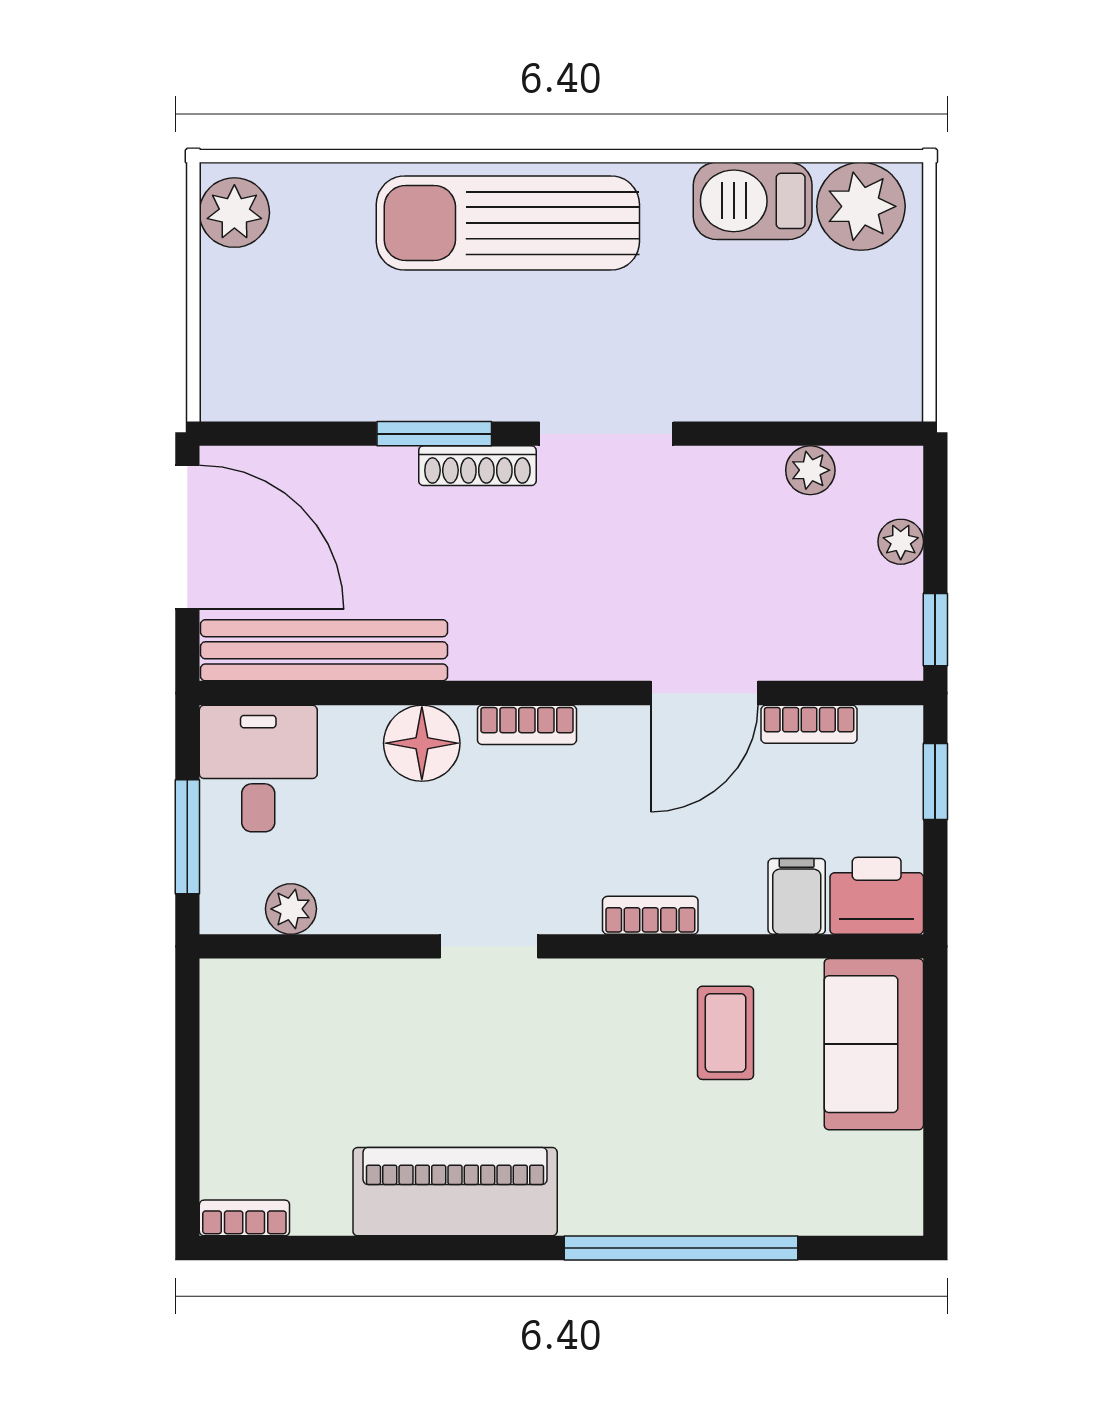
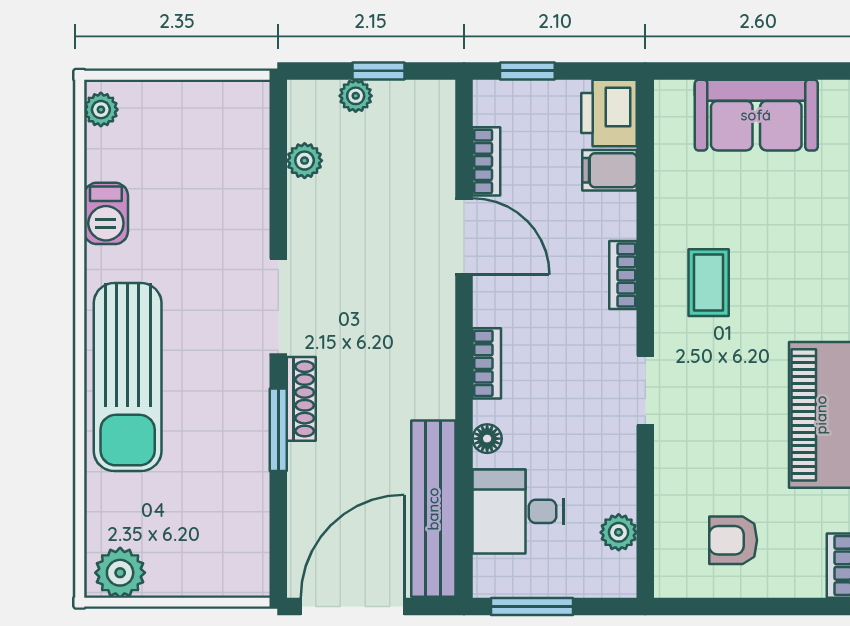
barbecue: (753, 201) -> (106, 213), width x0.73, depth x0.79
plant: (861, 206) -> (101, 110), width x0.53, depth x0.53
window: (935, 630) -> (379, 71), moved
floor lamp: (422, 743) -> (487, 439), width x0.53, depth x0.53
desk: (258, 769) -> (518, 511), moved
window: (187, 837) -> (532, 606), moved
coffee table: (726, 1033) -> (709, 283), moved, turned 90
sofa: (874, 1044) -> (756, 115), moved
armchair: (280, 1069) -> (733, 540), added

